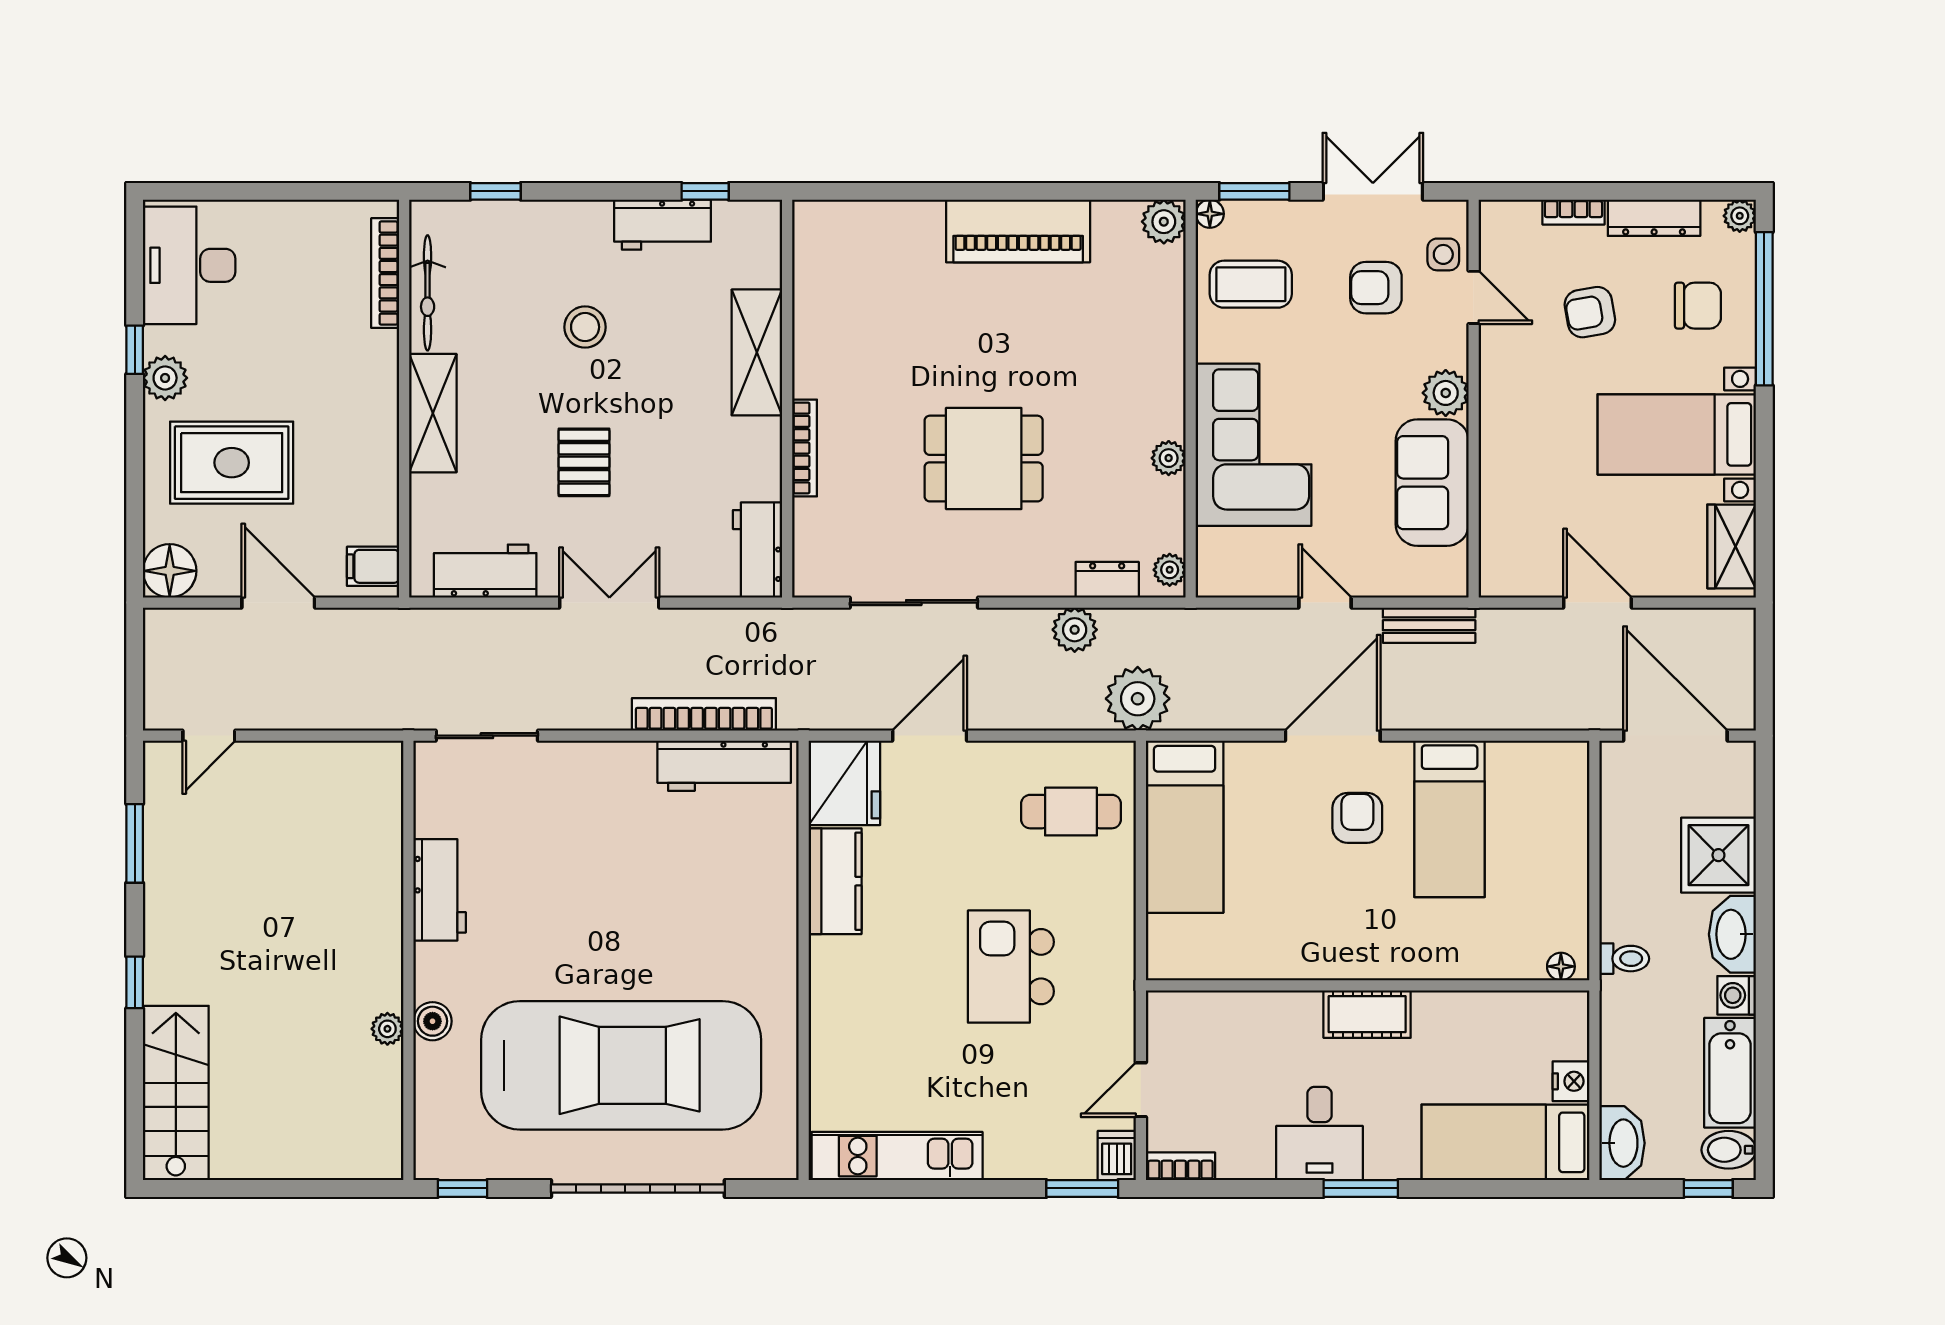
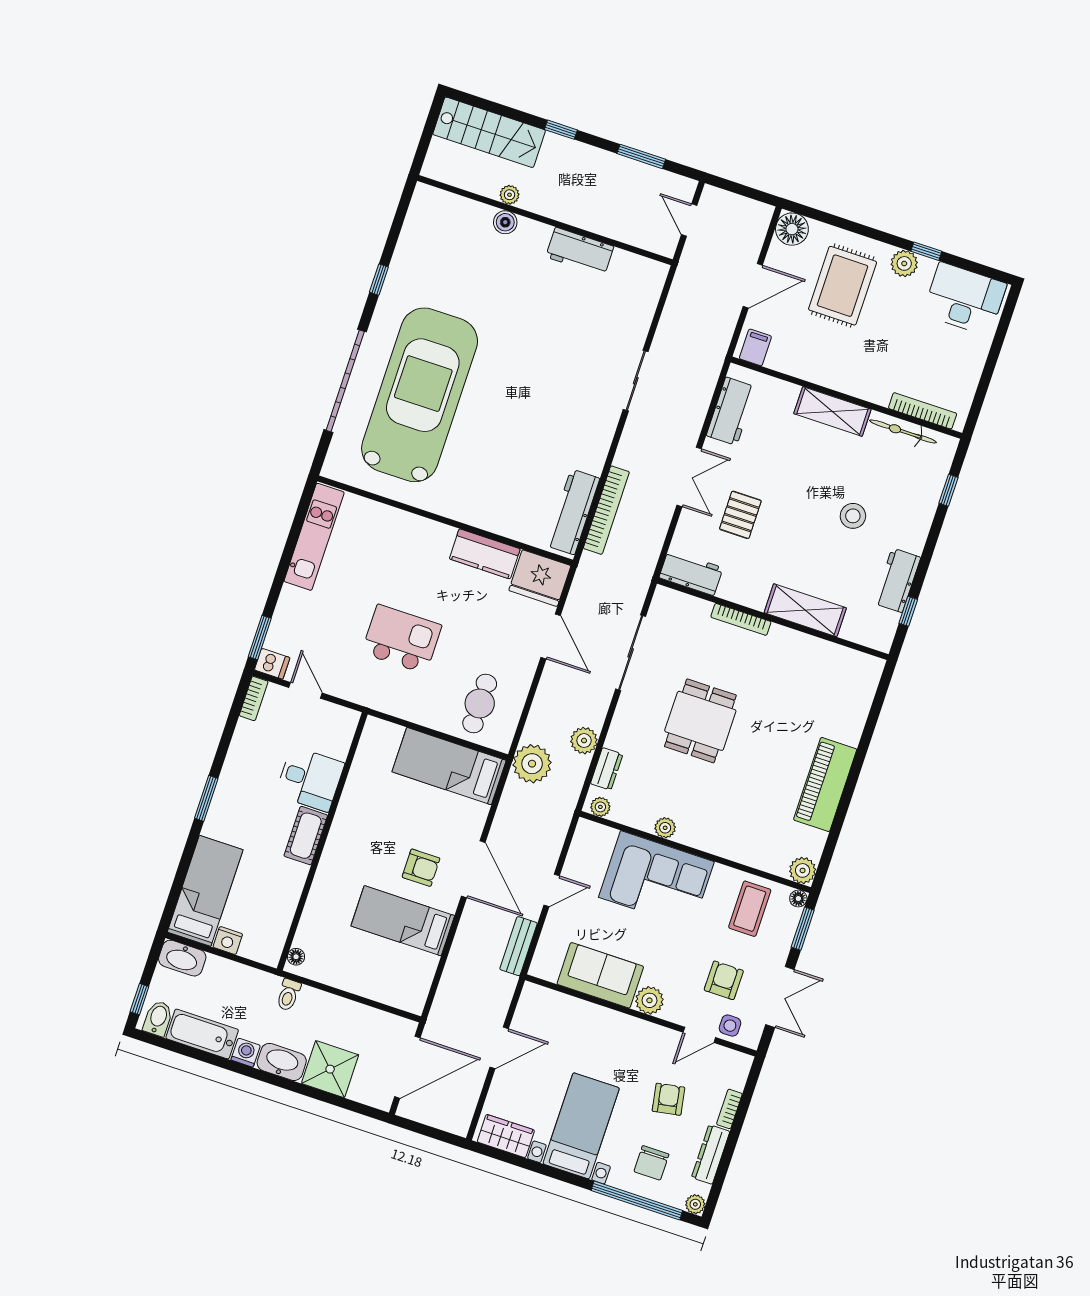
pallet: (584, 462) -> (740, 515), moved, turned 90
workbench: (440, 890) -> (580, 252), moved
wall: (408, 960) -> (545, 220), moved
boiler: (432, 1021) -> (505, 222), moved
plant: (387, 1029) -> (509, 195), moved
car: (621, 1065) -> (420, 395), turned 180
desk: (1320, 1133) -> (310, 779), moved, turned 180

